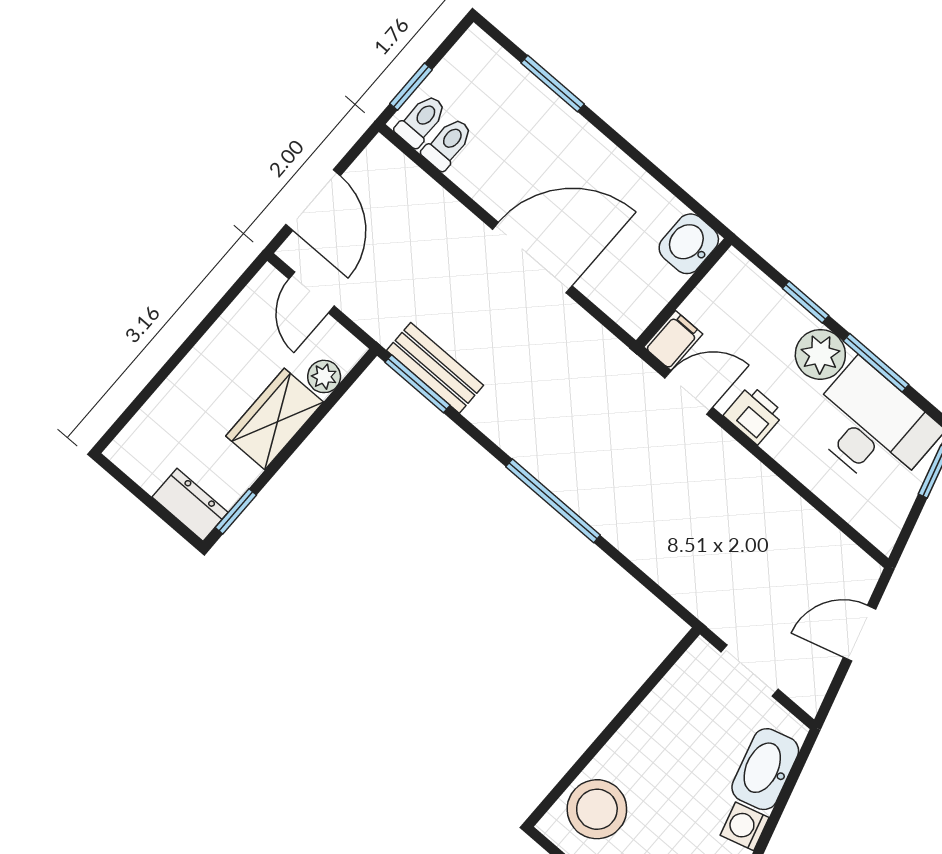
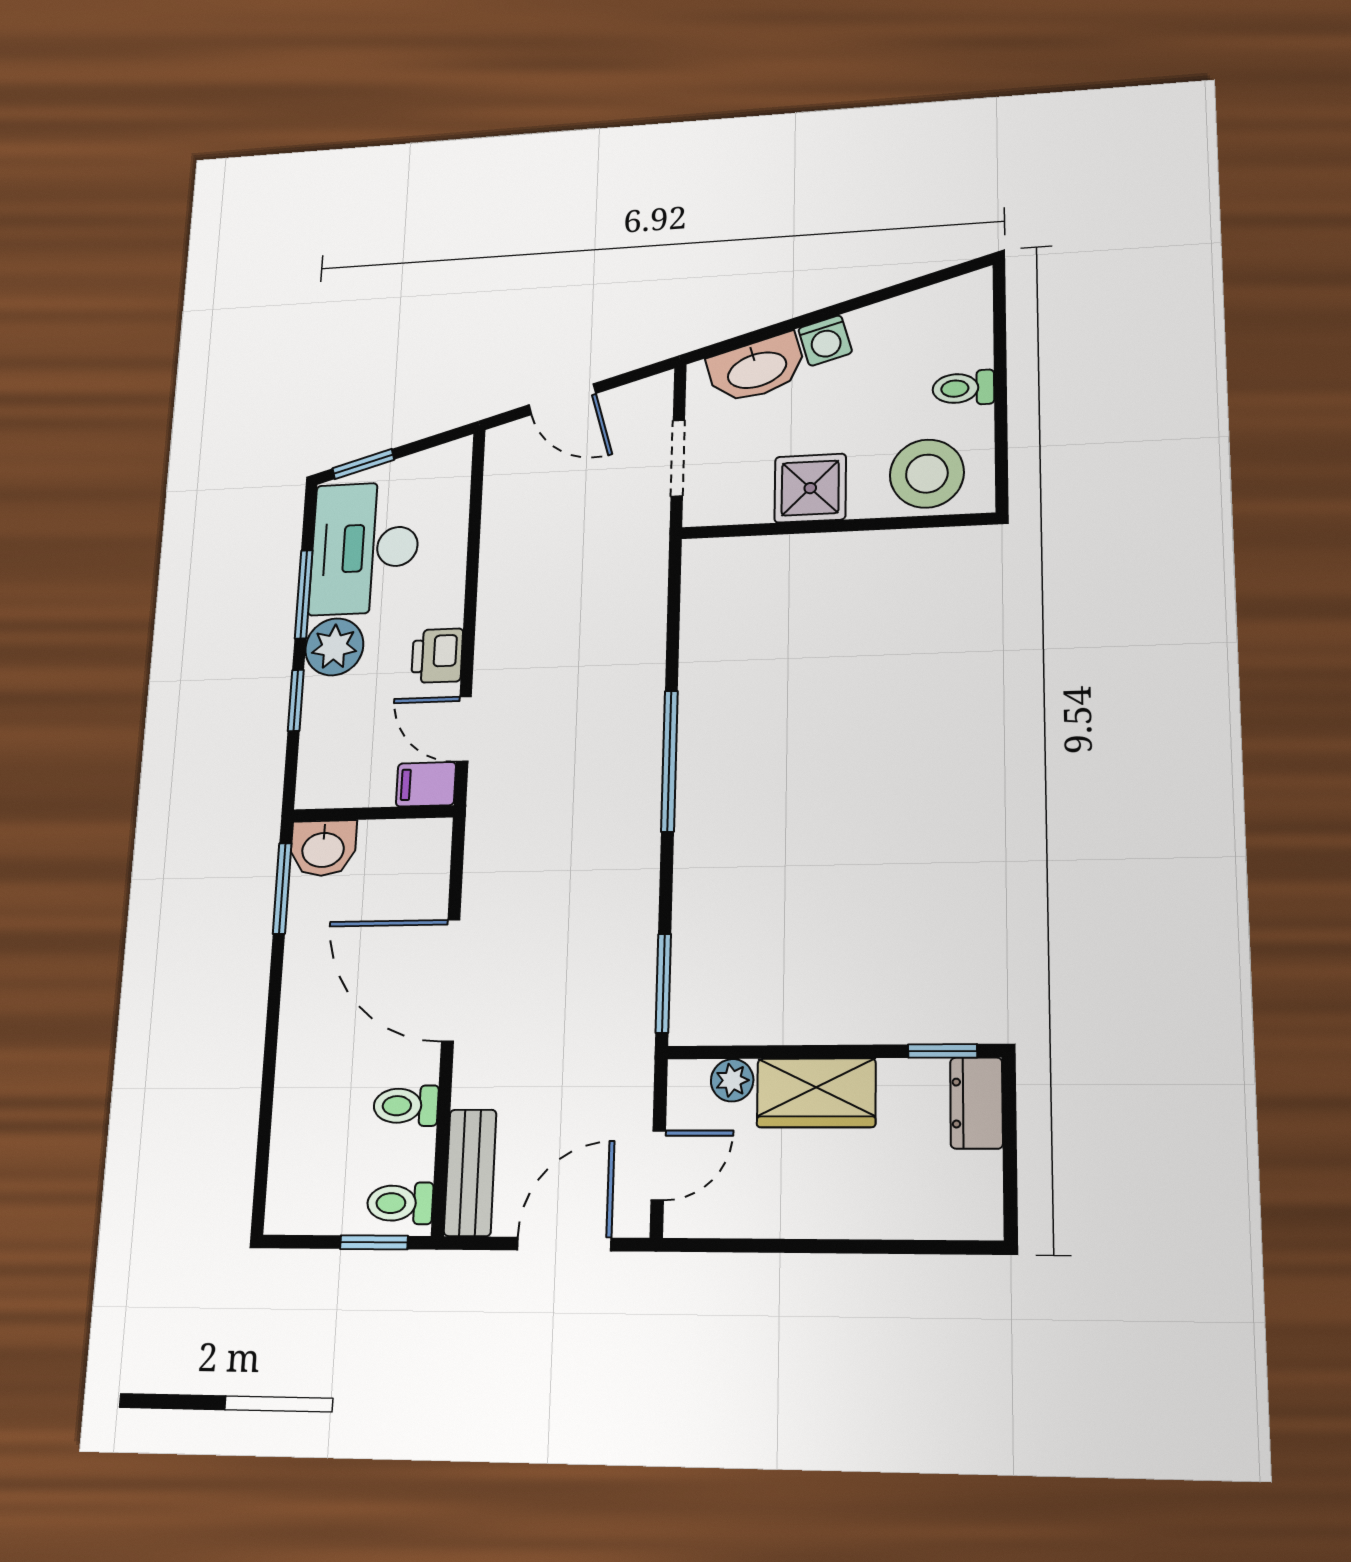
window: (553, 84) -> (282, 888), moved
toilet: (448, 144) -> (406, 1106), moved
bench: (435, 368) -> (470, 1173), moved
shower: (653, 733) -> (810, 488), added

